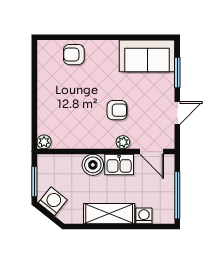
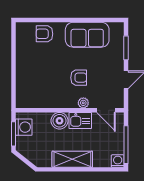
sofa: (147, 56) -> (87, 35), moved
plant: (44, 142) -> (21, 103), removed
washing machine: (53, 201) -> (24, 127), moved, turned 51
washing machine: (144, 216) -> (118, 161), moved

